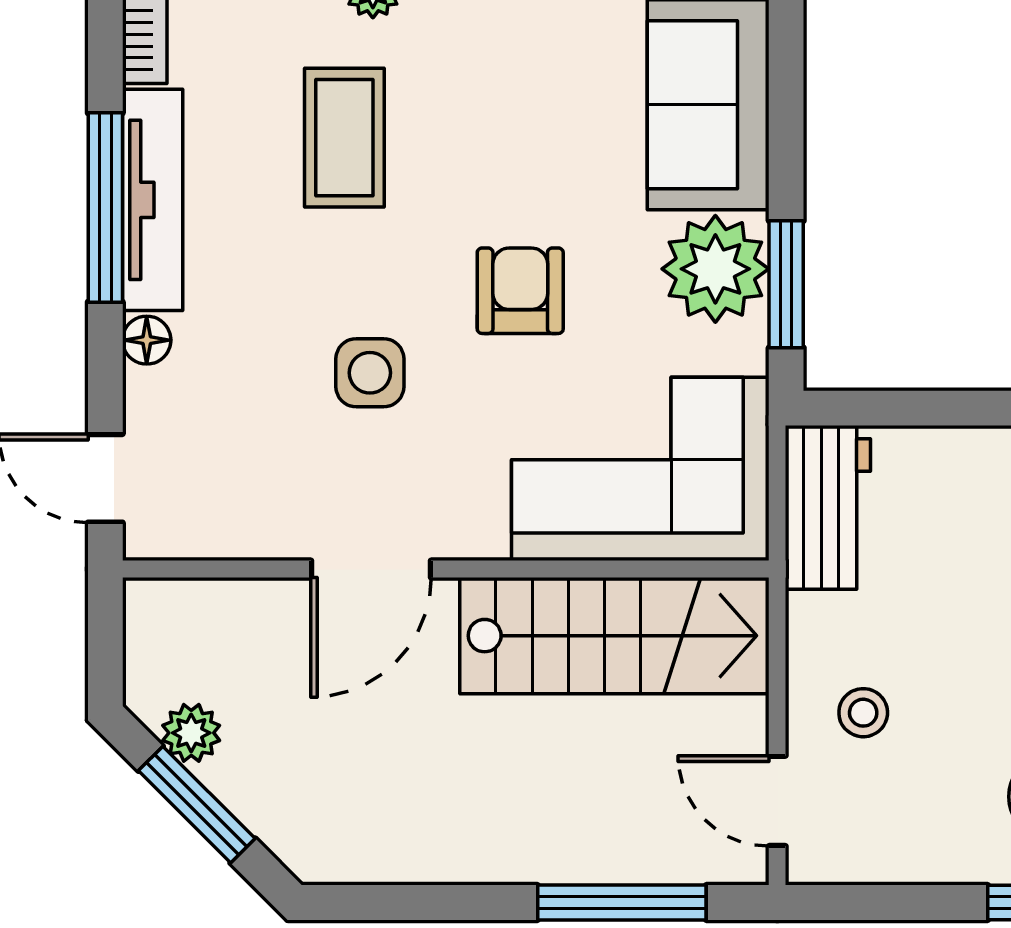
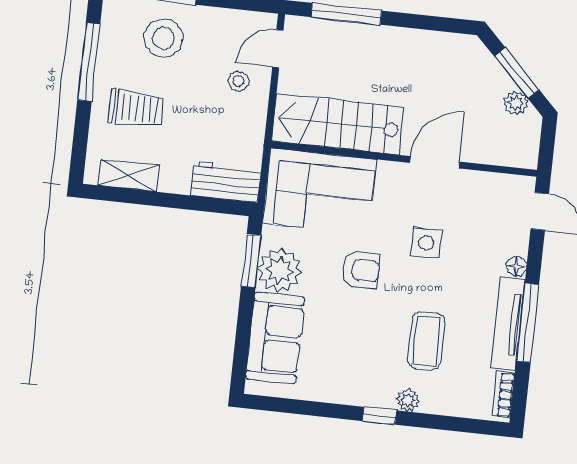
armchair: (520, 291) -> (361, 270), turned -90
workbench: (828, 507) -> (226, 182), moved, turned 90
door: (777, 801) -> (278, 49), swing flipped

